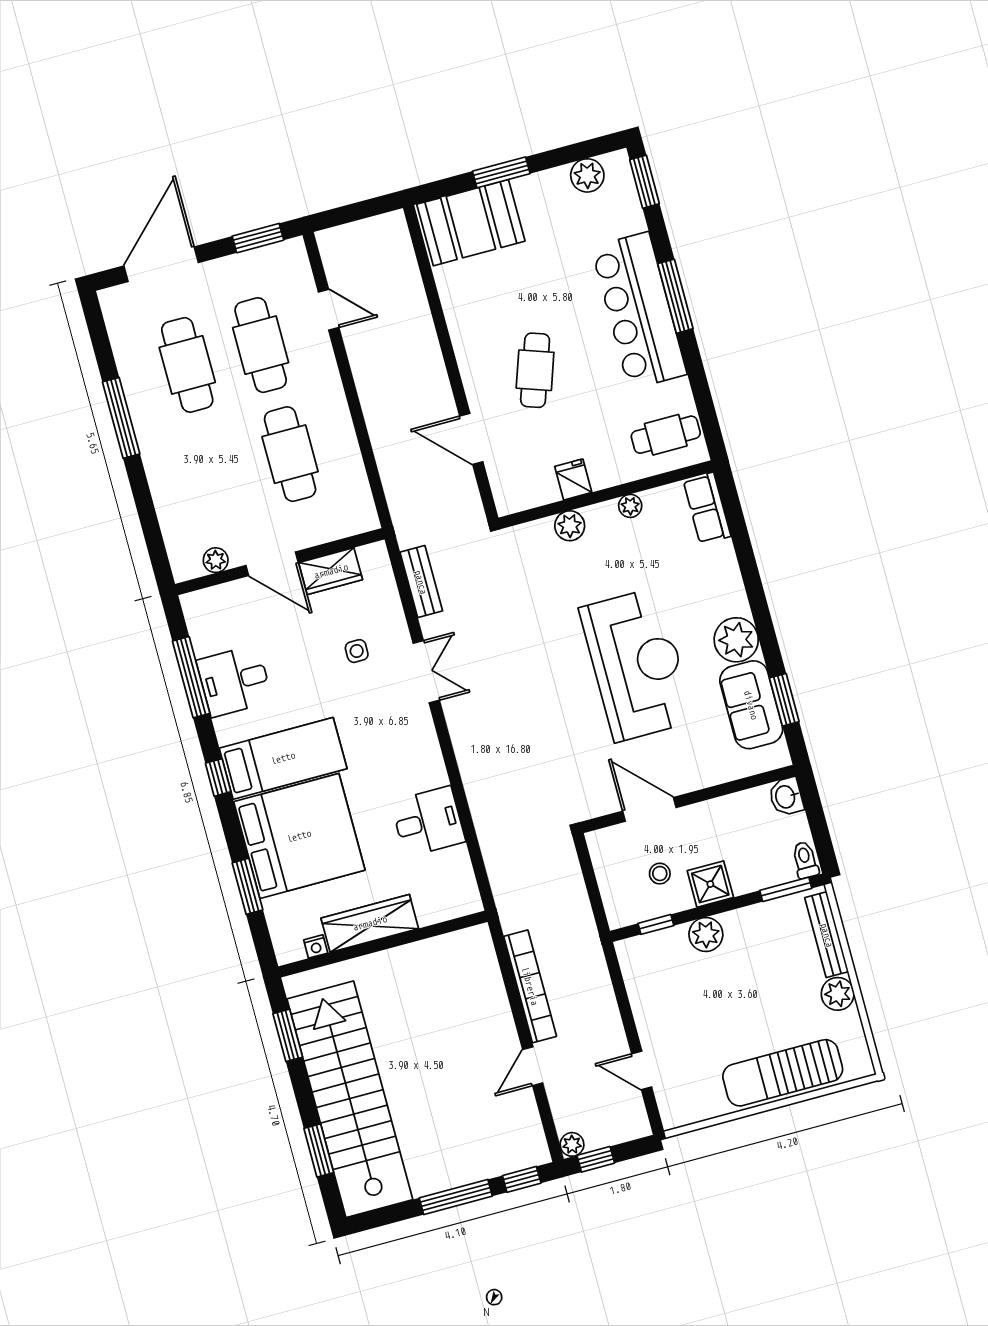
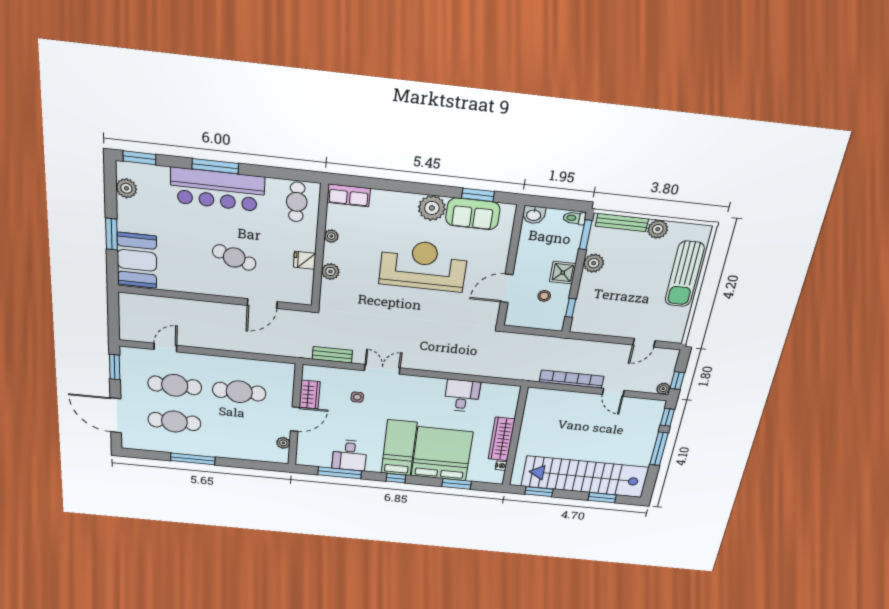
plant: (706, 934) -> (594, 263), moved

